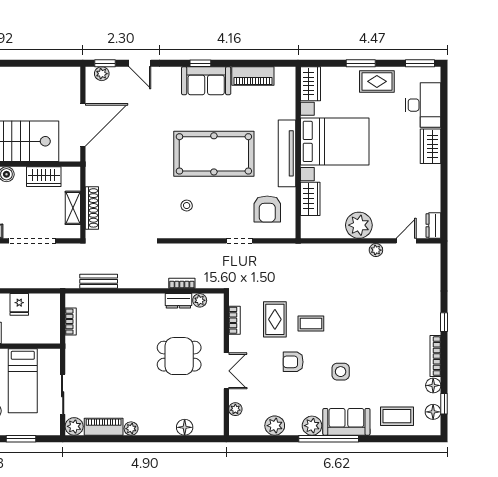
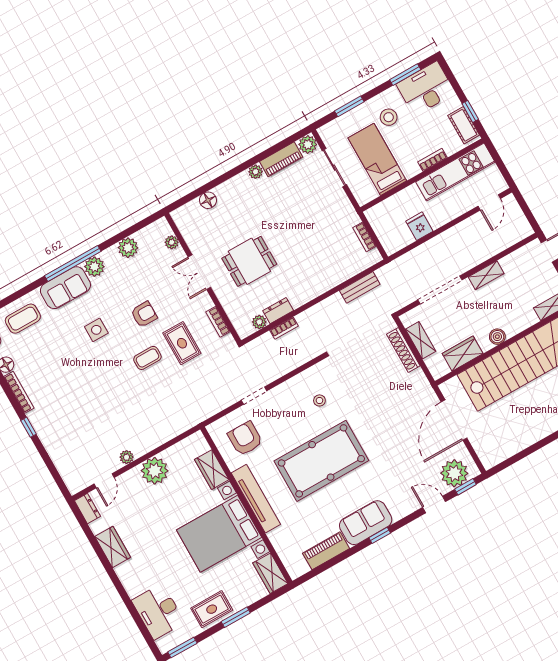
plant: (102, 74) -> (454, 473), width x1.88, depth x1.88
wardrobe: (431, 146) -> (113, 547), moved

